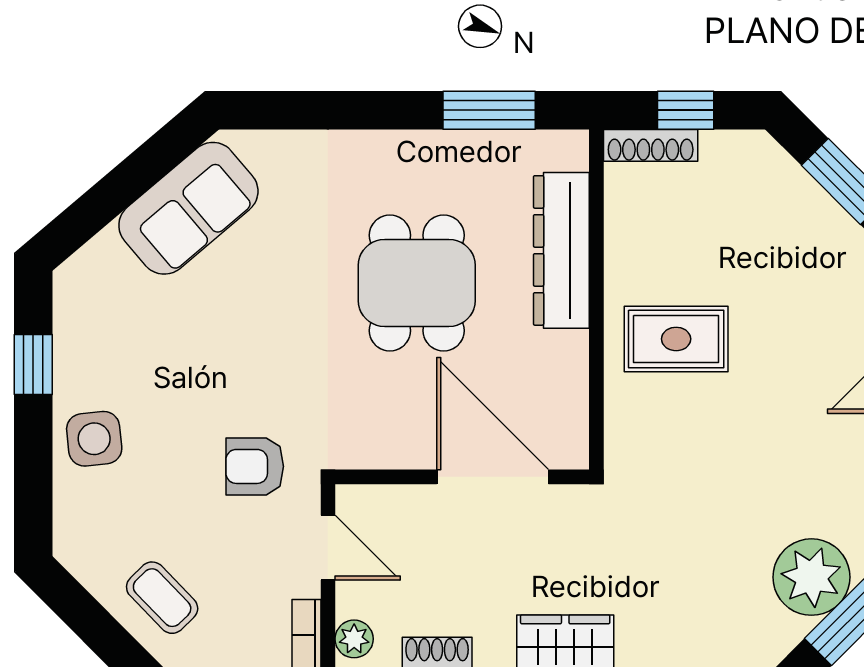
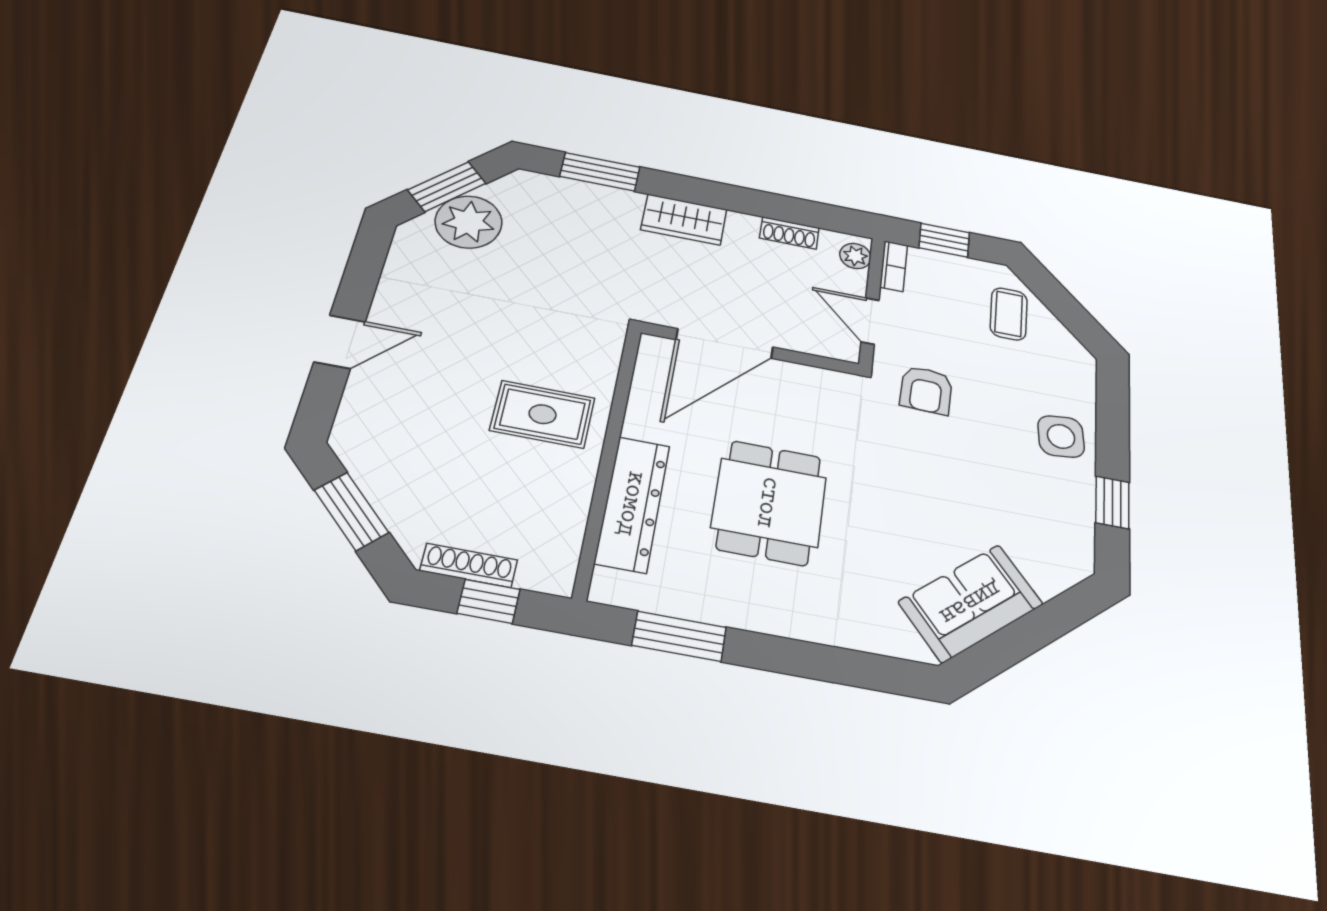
shoe rack: (651, 145) -> (469, 565), moved
armchair: (255, 466) -> (926, 390), turned 92
door: (493, 477) -> (725, 343), hinge flipped
coffee table: (162, 598) -> (1009, 314), turned 44

